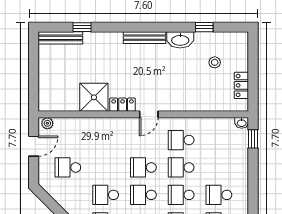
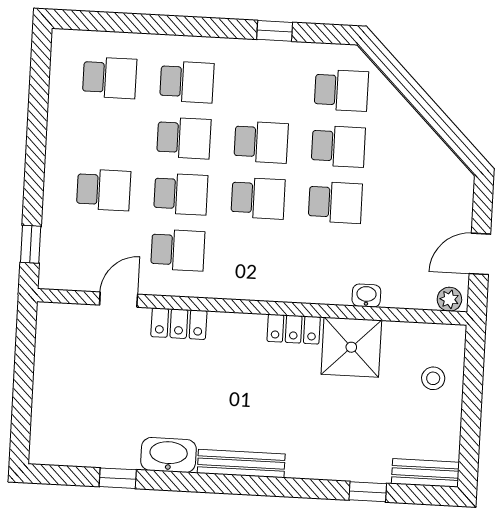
bench: (60, 38) -> (425, 473), width x0.73
stool: (215, 62) -> (433, 378), moved
locker: (241, 85) -> (179, 324), moved, turned 90
door: (149, 114) -> (119, 300), moved
washbasin: (242, 123) -> (366, 296), moved
school desk: (68, 167) -> (335, 202), moved
school desk: (219, 195) -> (104, 190), moved

